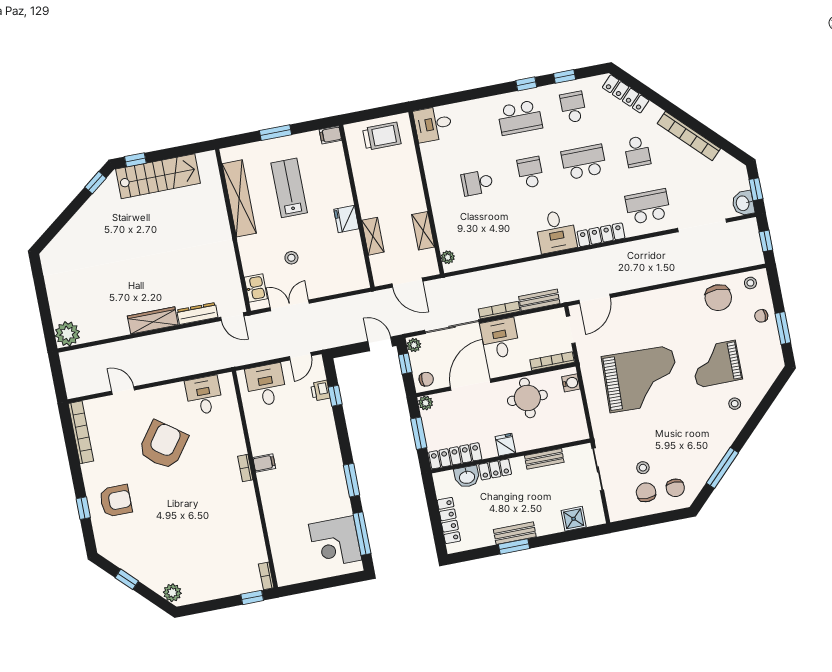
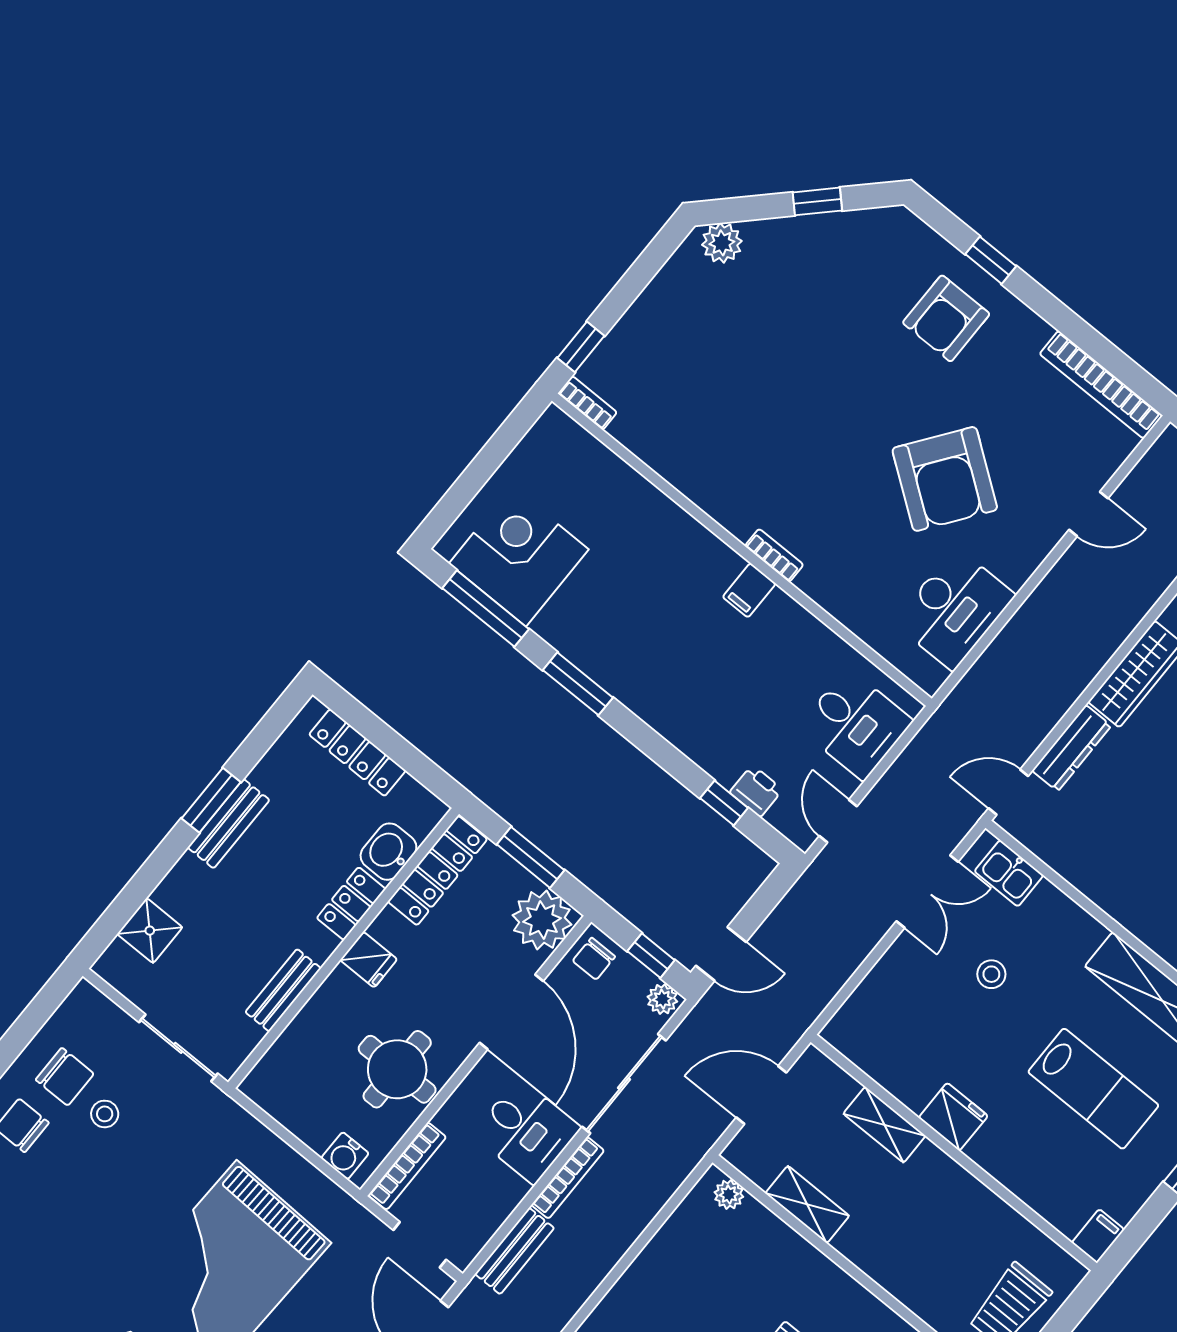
desk: (204, 395) -> (954, 609), width x1.37
plant: (426, 403) -> (542, 920), width x1.88, depth x1.88

